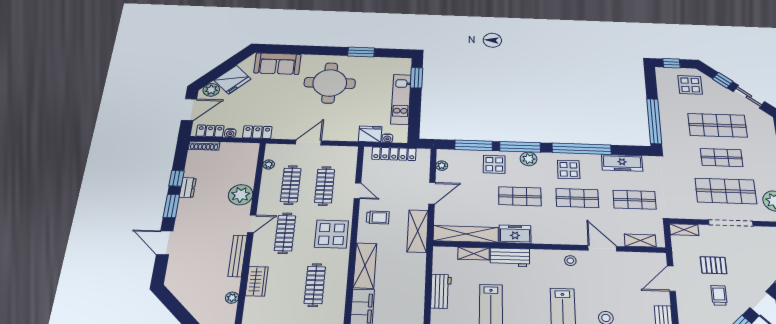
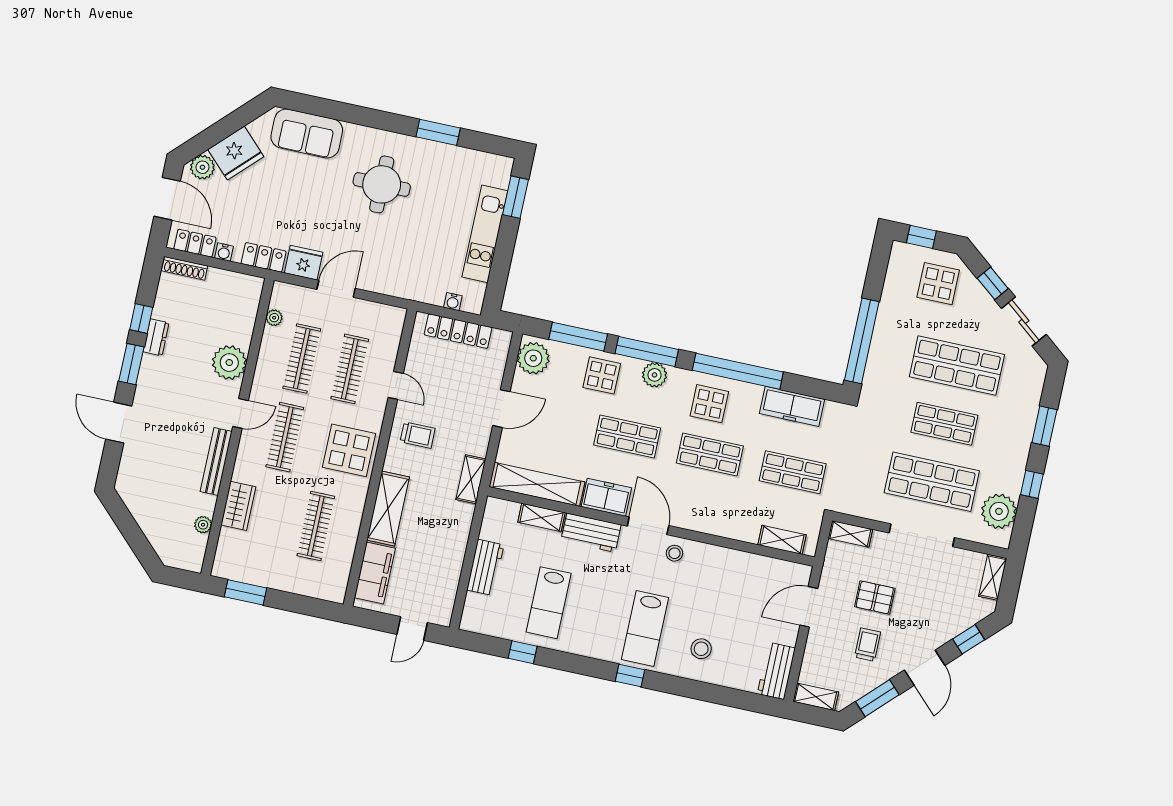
round table: (330, 83) -> (382, 184), width x0.73, depth x0.73
door: (189, 110) -> (167, 199), hinge flipped
fridge: (370, 134) -> (304, 263), moved
plant: (442, 166) -> (533, 358), width x1.88, depth x1.88
shelving: (418, 231) -> (471, 479), width x0.67, depth x0.75
door: (602, 248) -> (648, 526), moved

